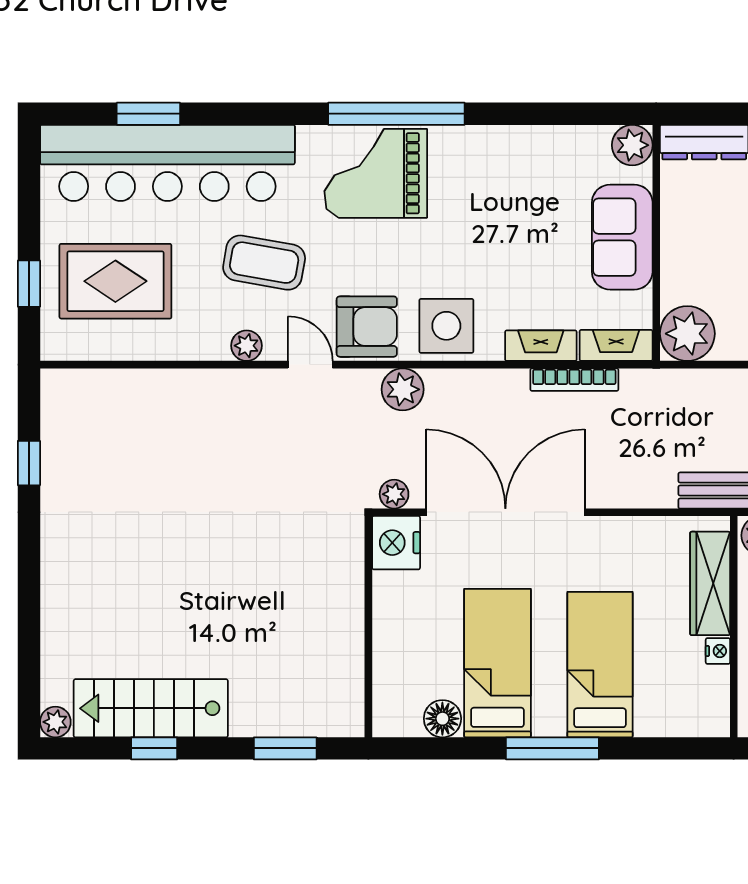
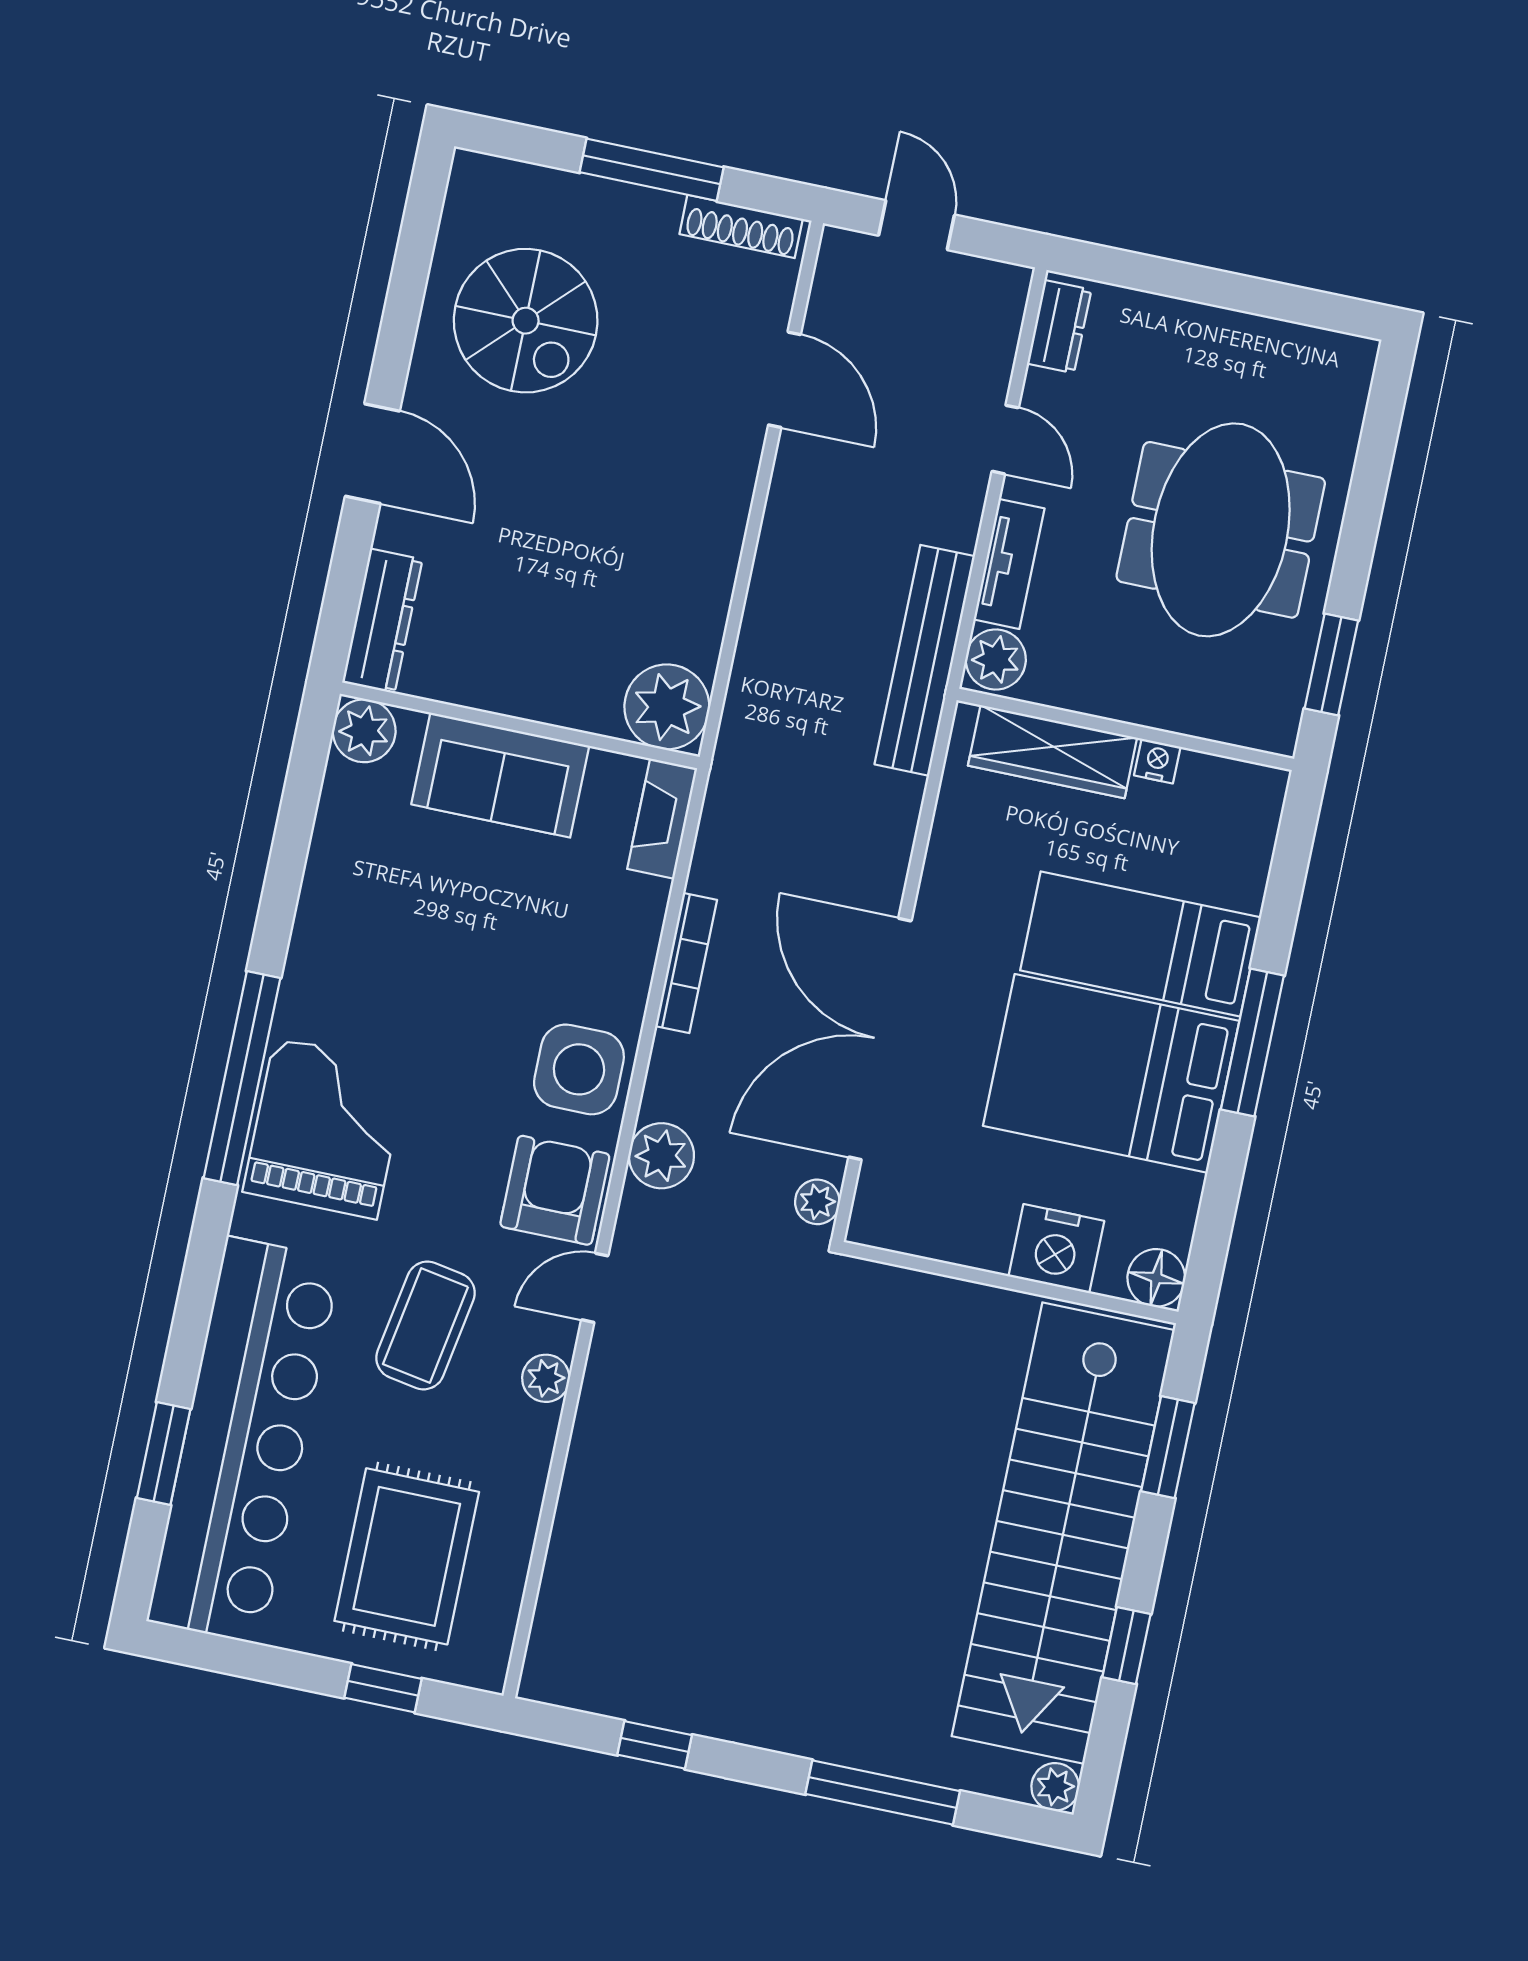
grand piano: (376, 173) -> (326, 1128), turned 180
fireplace: (541, 346) -> (639, 933), removed
bookcase: (574, 380) -> (686, 963), moved
nightstand: (396, 543) -> (1056, 1249), moved
window: (29, 614) -> (883, 1793), added
bed: (497, 663) -> (1111, 1073), width x1.50
stairs: (151, 708) -> (1063, 1533), width x1.86, depth x1.51
floor lamp: (442, 719) -> (1156, 1278), moved

